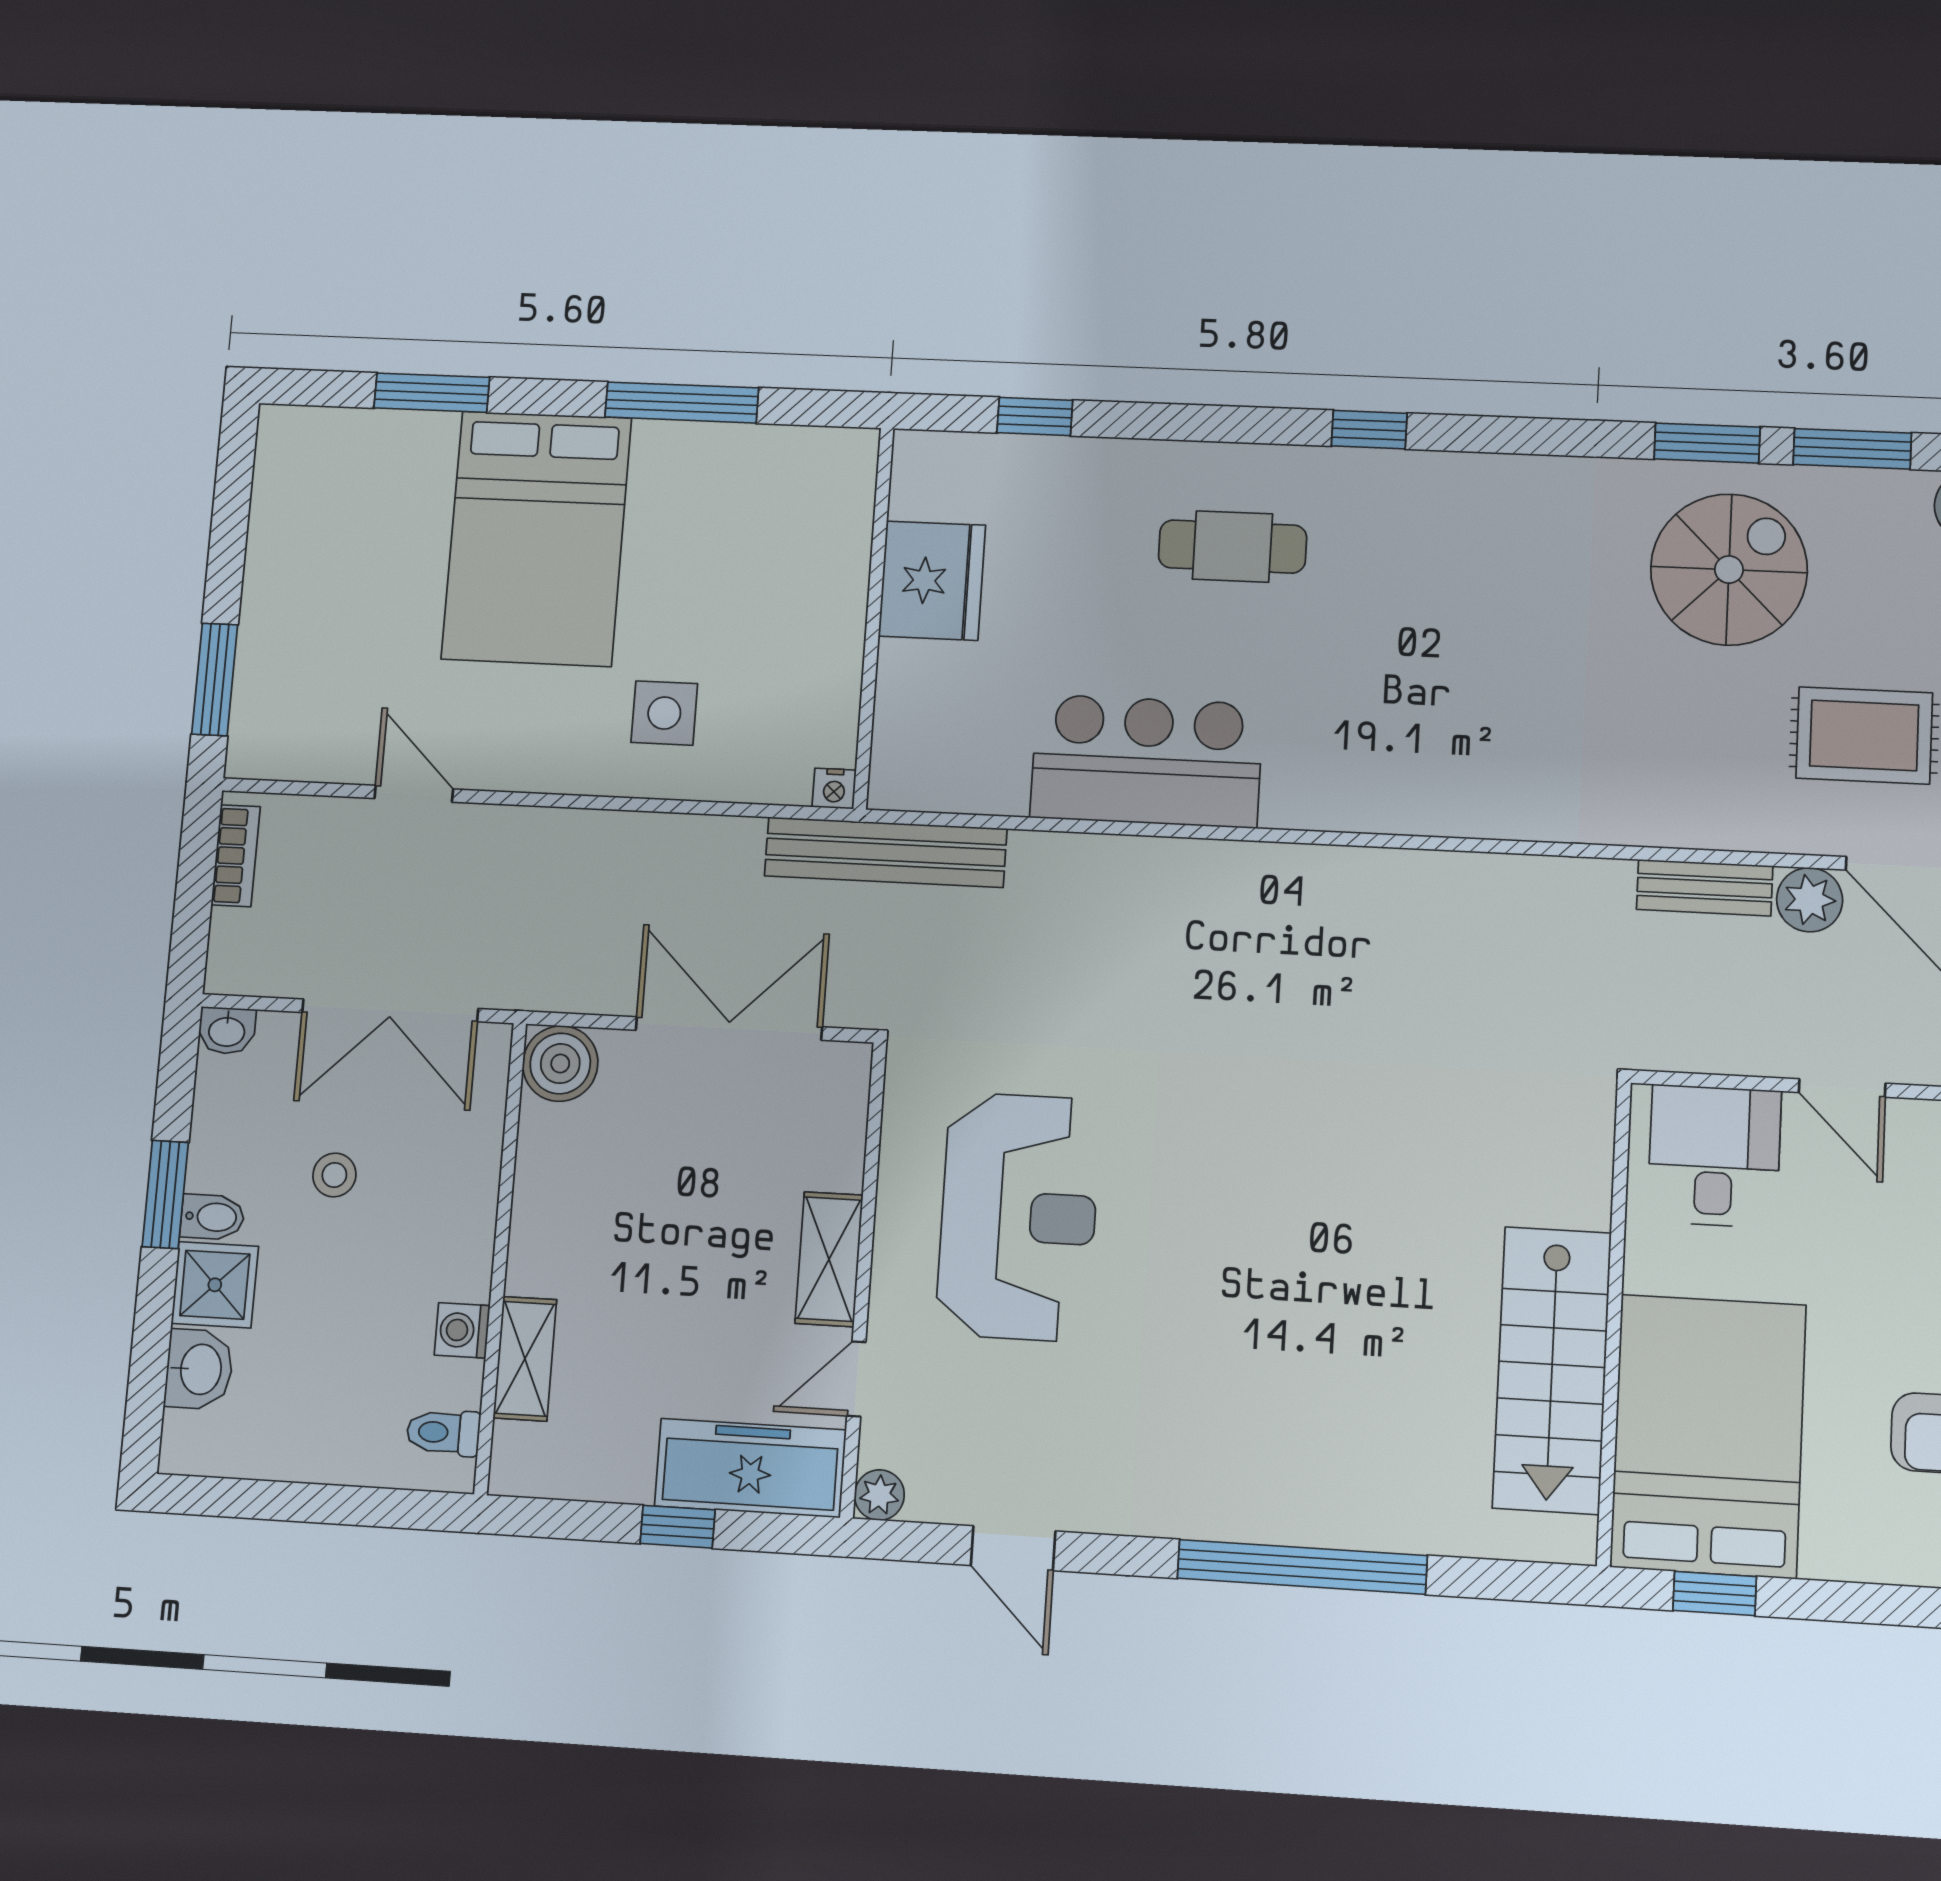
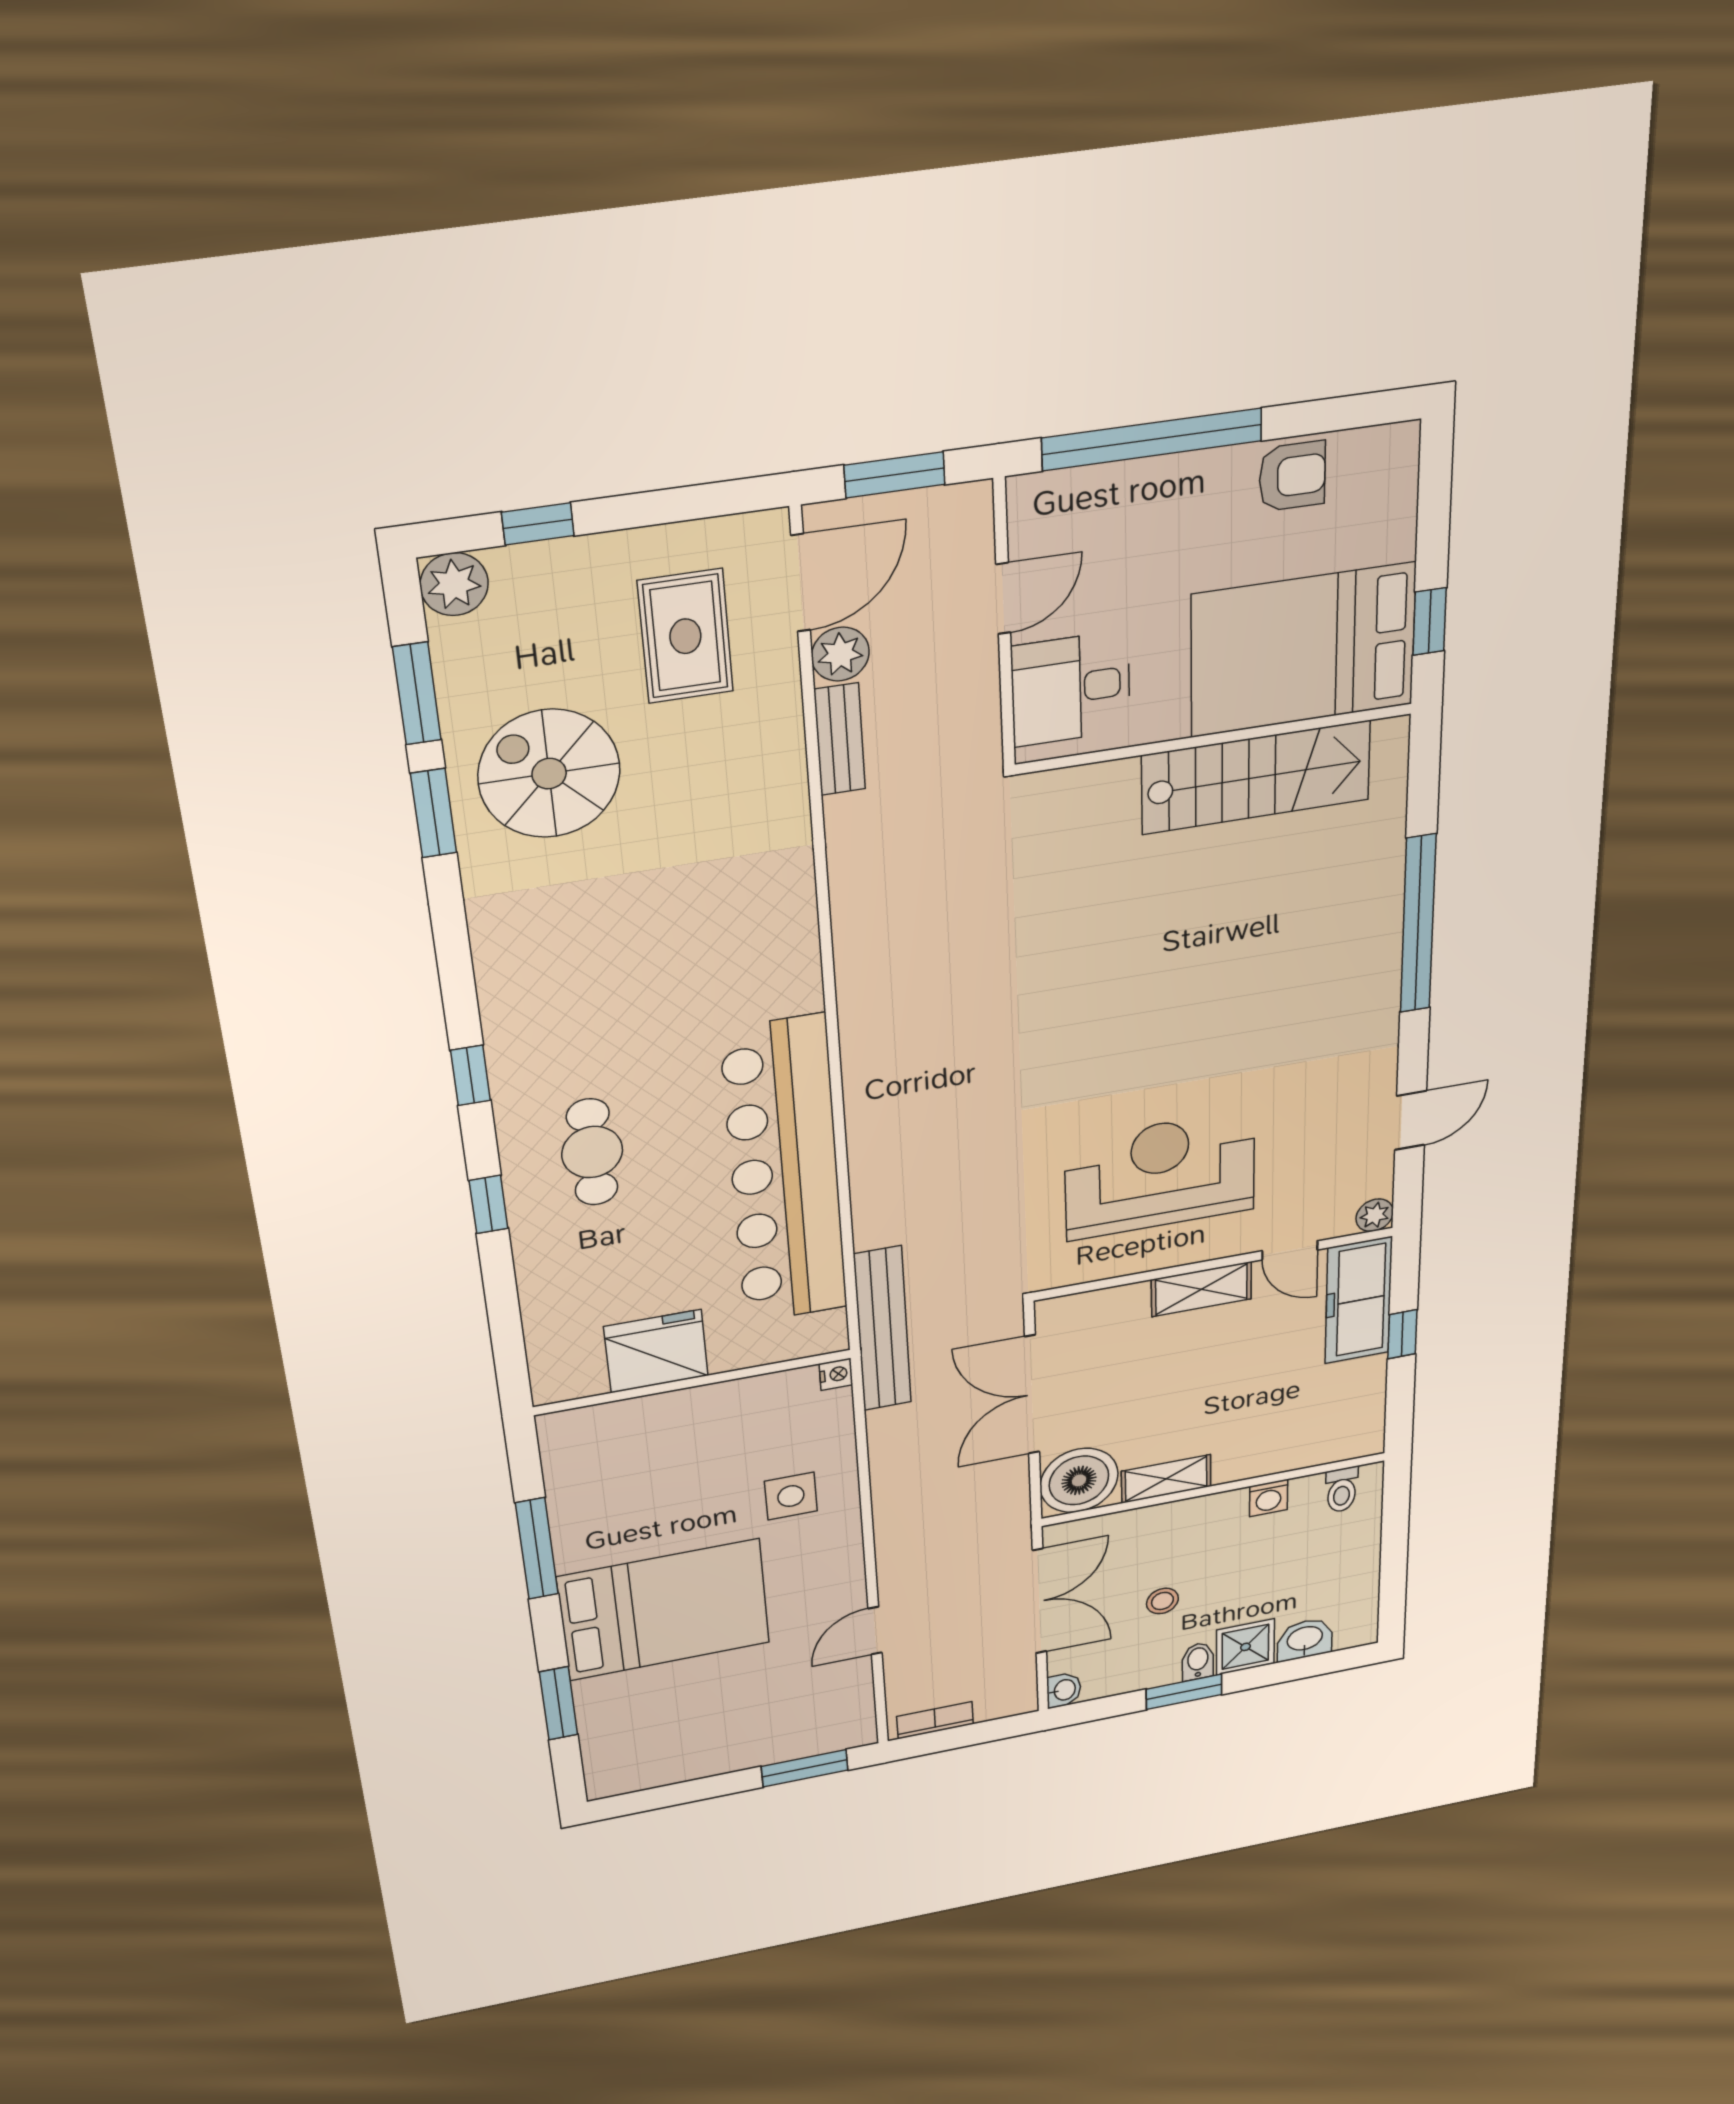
window: (1035, 416) -> (489, 1204), moved
bar counter: (1147, 761) -> (785, 1172), width x1.86
boiler: (560, 1064) -> (1079, 1480), width x1.37, depth x1.37
shelving: (525, 1359) -> (1166, 1479), moved

